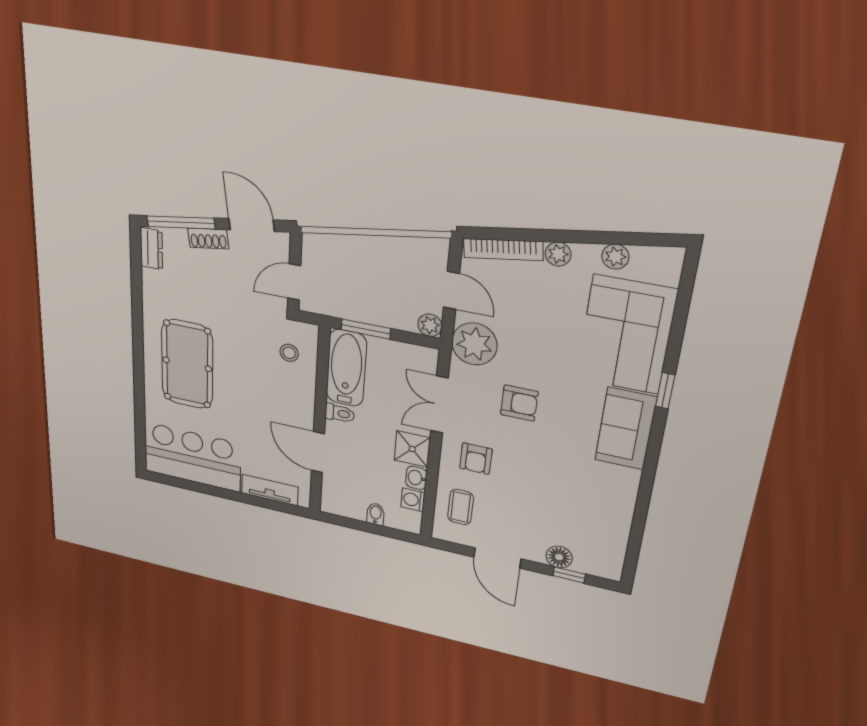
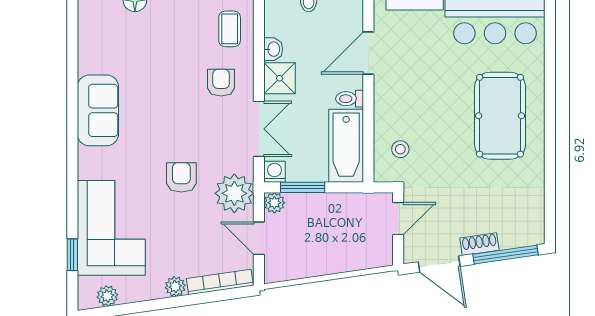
dresser: (151, 249) -> (534, 225), removed
plant: (615, 257) -> (107, 296), moved
window: (366, 329) -> (303, 187), moved
window: (665, 391) -> (72, 255), moved
armchair: (519, 403) -> (181, 177), moved, turned 90
sofa: (626, 429) -> (98, 110), moved
door: (318, 452) -> (368, 53), swing flipped
washing machine: (413, 500) -> (274, 172), moved, turned -90

